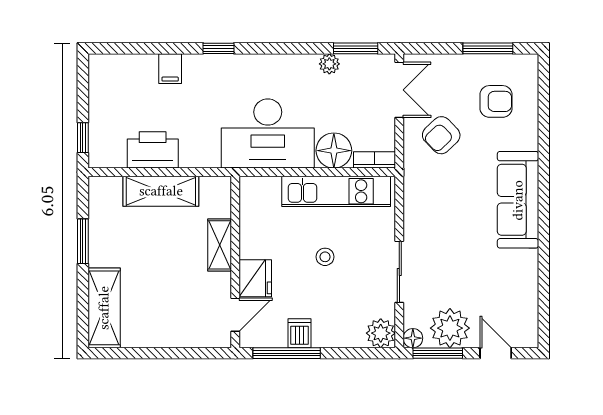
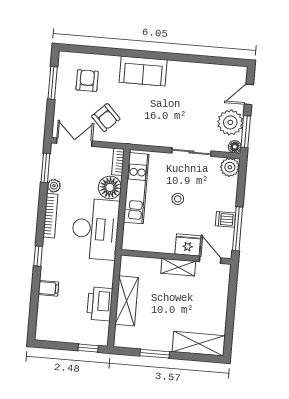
bookcase: (283, 62) -> (50, 216), added
sofa: (518, 200) -> (143, 71), width x0.73
shelving: (220, 245) -> (178, 267), moved

